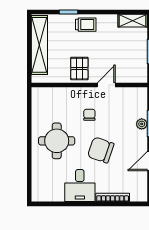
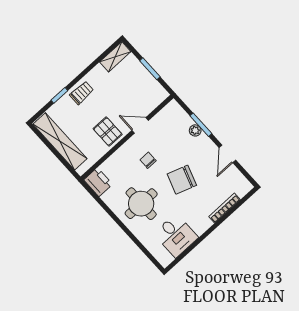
door: (106, 85) -> (140, 125), hinge flipped
printer: (40, 98) -> (98, 182), added
desk: (80, 186) -> (176, 236), moved

